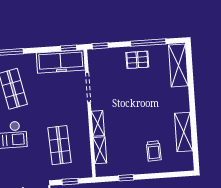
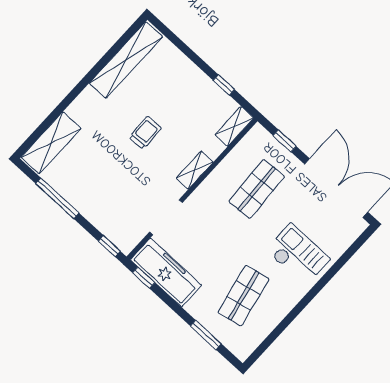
pallet: (137, 60) -> (87, 192), removed
shelving: (184, 132) -> (126, 60), width x1.47
shelving: (100, 150) -> (234, 126), moved
trolley: (154, 151) -> (145, 133), moved

